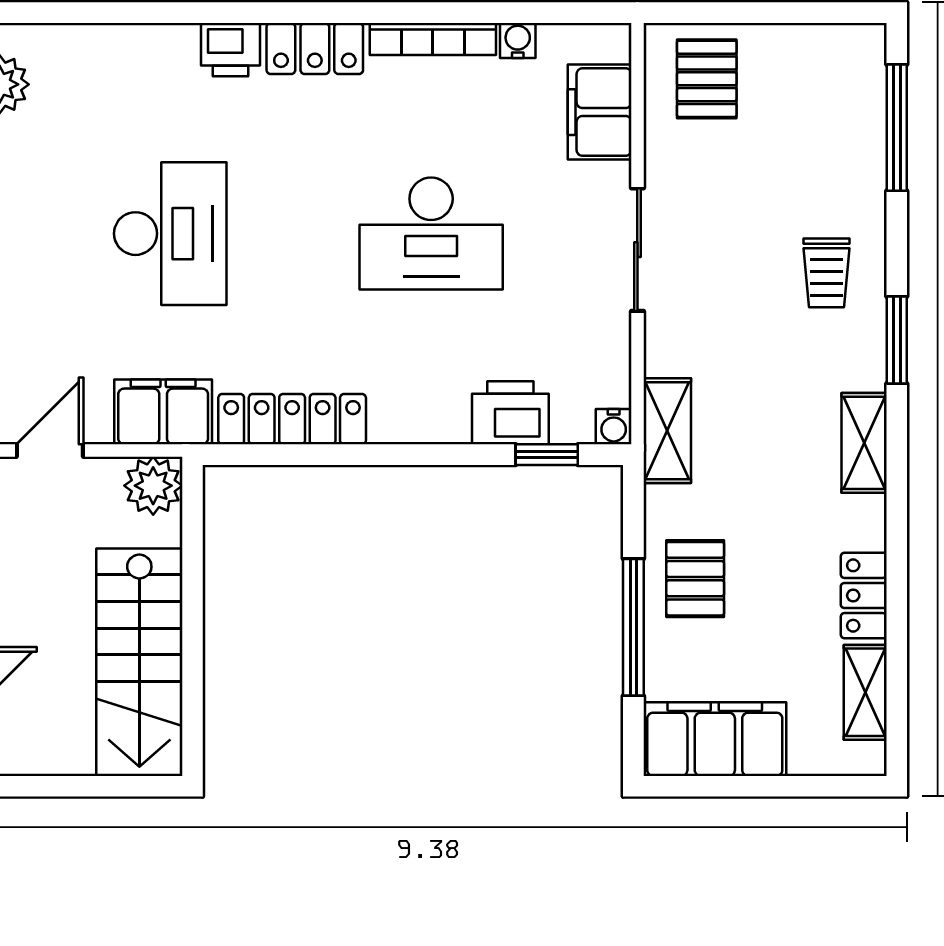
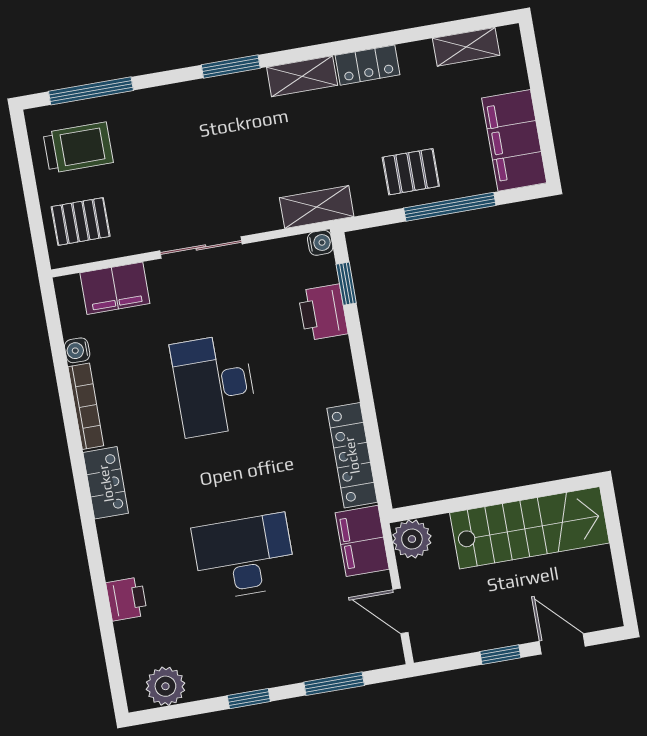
printer: (231, 50) -> (127, 599), moved
desk: (431, 234) -> (214, 385), turned 180
trolley: (827, 273) -> (78, 148), moved, width x1.36, depth x1.39
locker: (864, 596) -> (367, 65), moved

